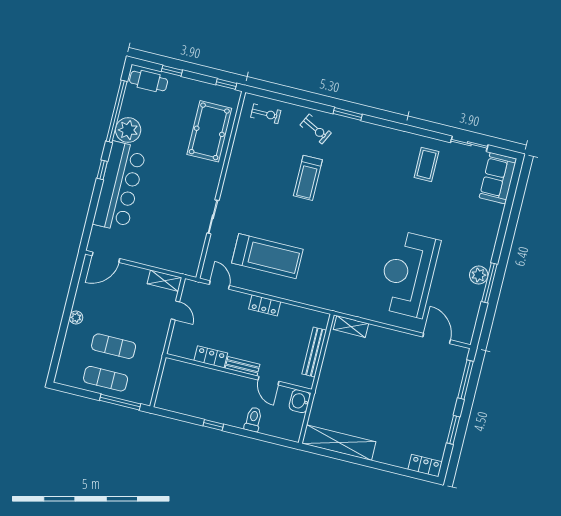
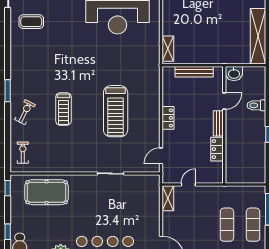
treadmill: (308, 178) -> (63, 109), turned 90
treadmill: (267, 256) -> (116, 111), moved, turned 180

